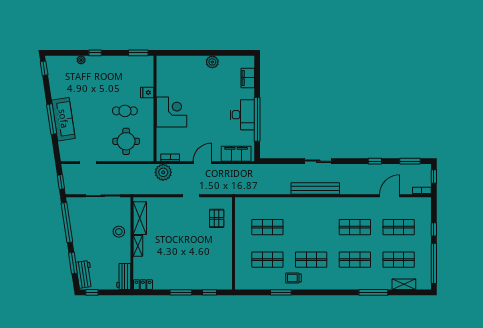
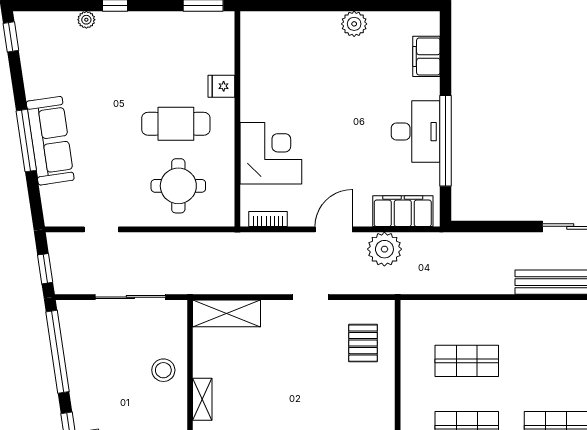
cafe table: (125, 111) -> (176, 124), width x1.37, depth x1.35
corner desk: (171, 112) -> (271, 153), moved
plant: (163, 172) -> (384, 249), moved
shelving: (140, 218) -> (227, 313), moved, turned 90

